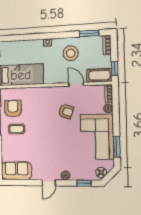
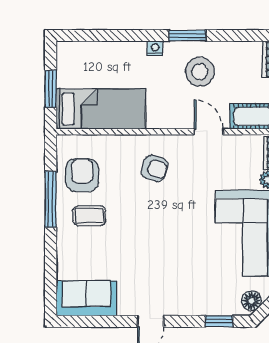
window: (89, 33) -> (187, 36), moved
armchair: (66, 111) -> (155, 168), moved
plant: (66, 176) -> (184, 307), removed

